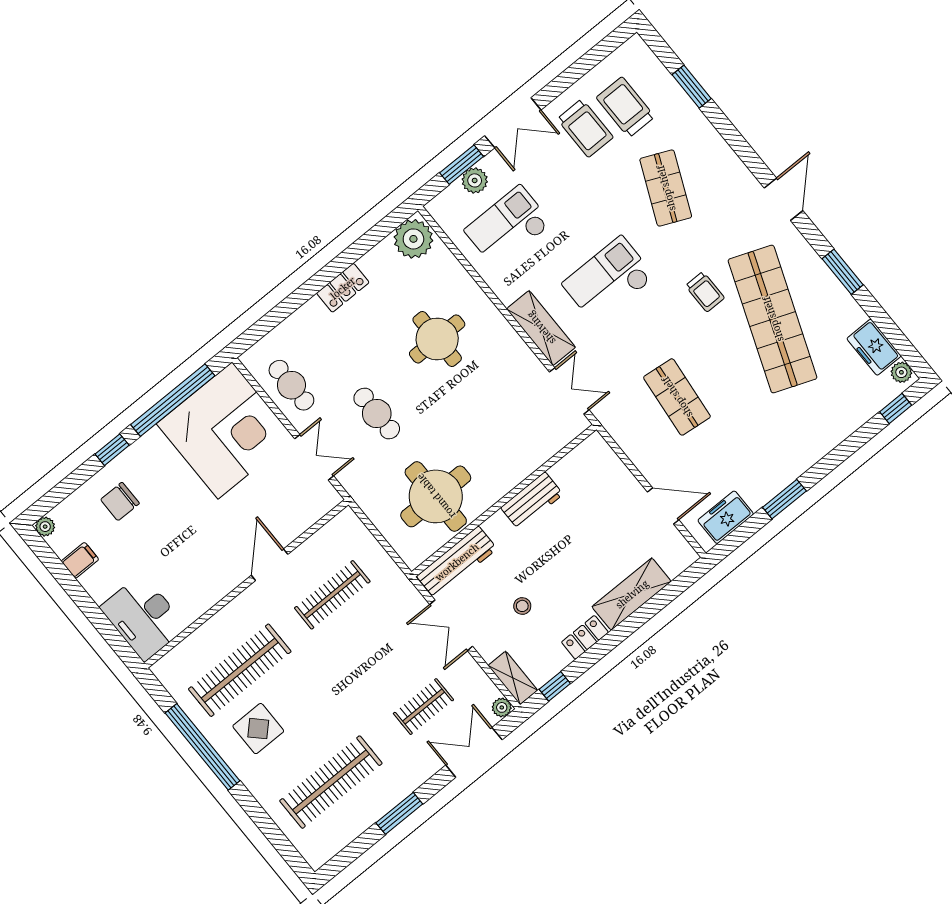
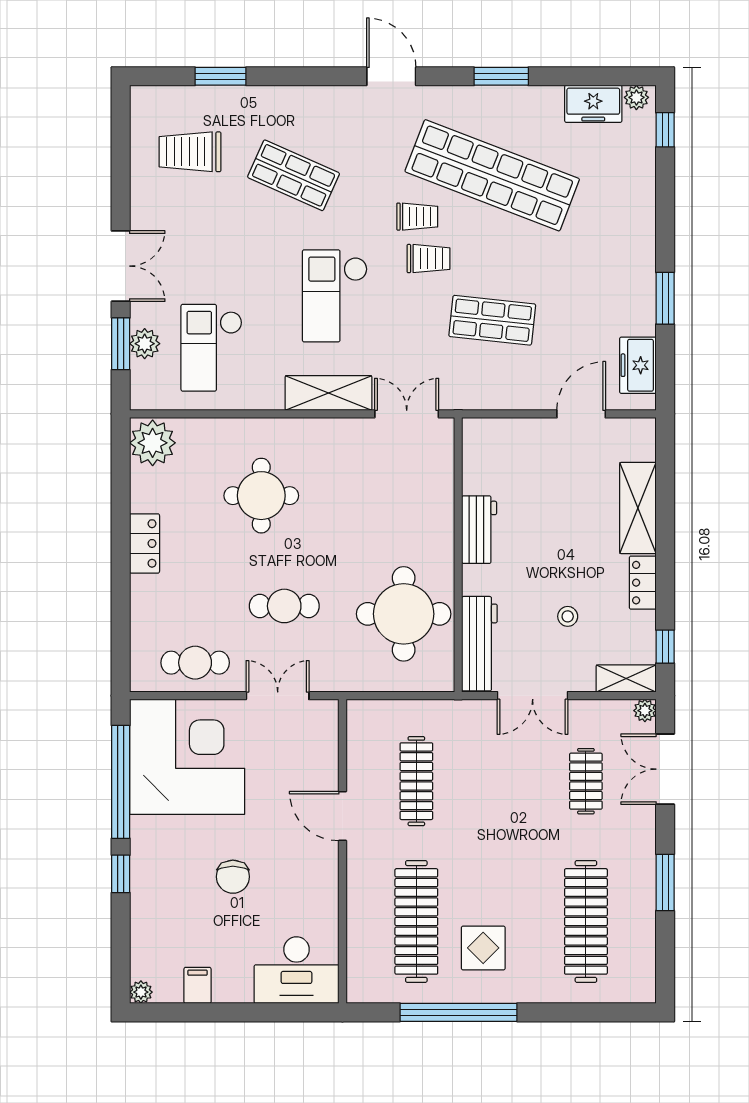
trolley: (585, 128) -> (428, 259), moved, width x0.73, depth x0.72
chair: (120, 501) -> (233, 877), moved

